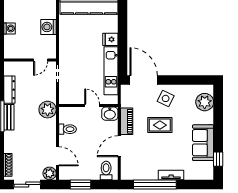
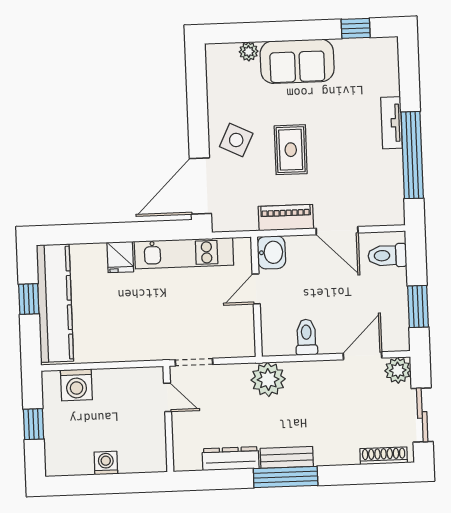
washing machine: (48, 27) -> (76, 385), moved
plant: (205, 102) -> (249, 51), width x0.53, depth x0.53
sofa: (203, 143) -> (297, 61), moved

